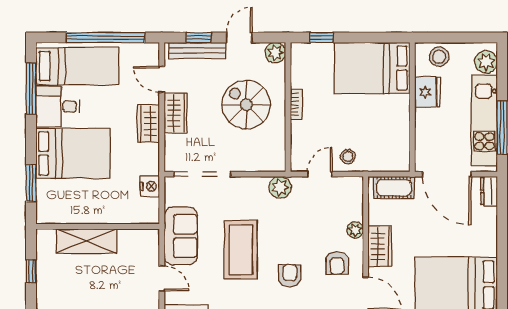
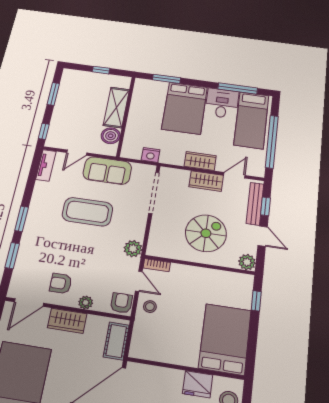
bookcase: (296, 105) -> (157, 265), moved
boiler: (130, 241) -> (111, 136), added
armchair: (290, 276) -> (121, 303), moved, turned -90

